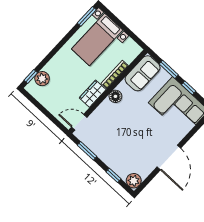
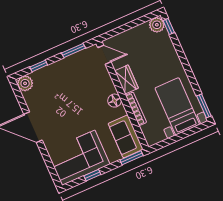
window: (169, 69) -> (132, 158), moved
plant: (42, 79) -> (157, 25), moved
door: (79, 122) -> (104, 55), hinge flipped

